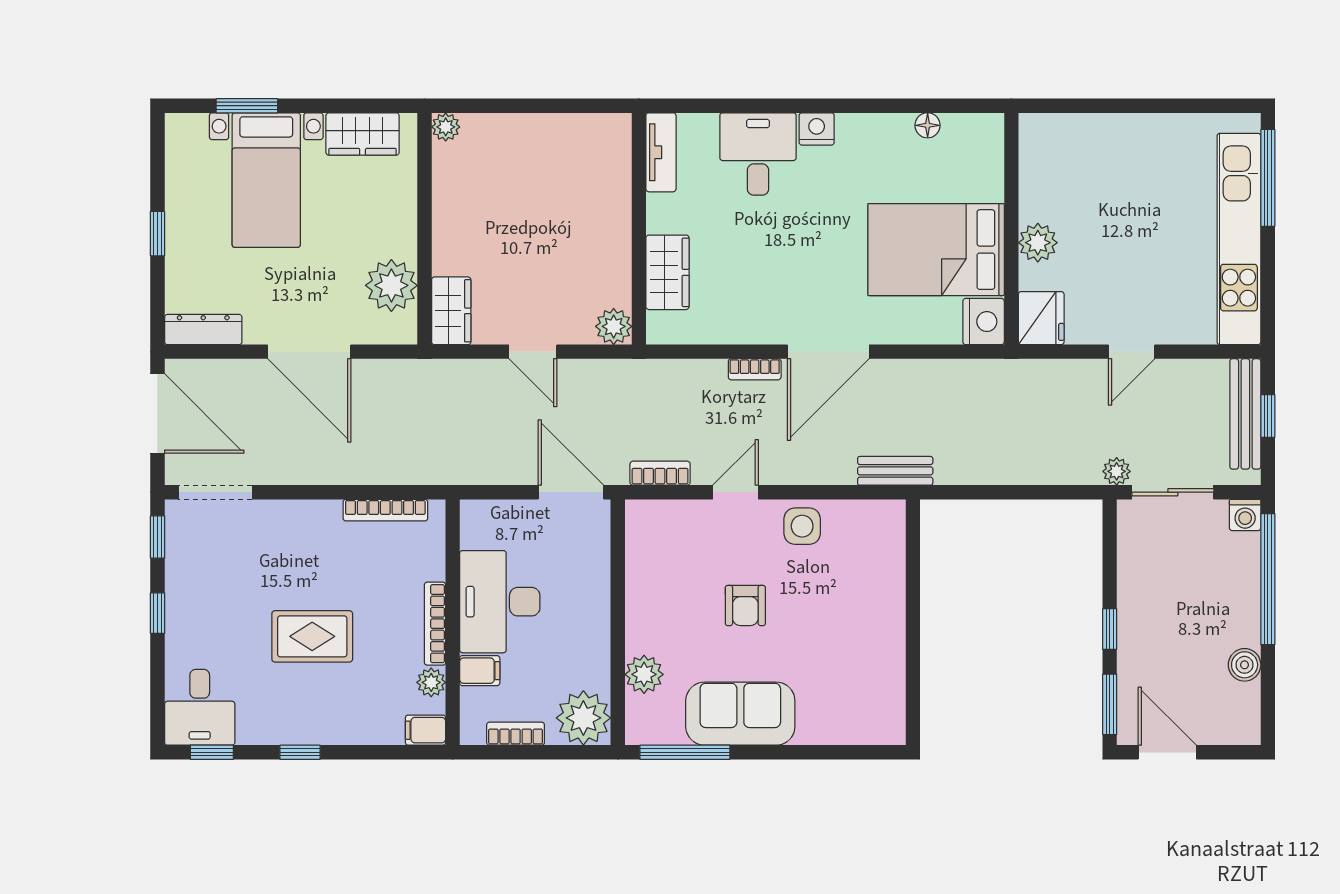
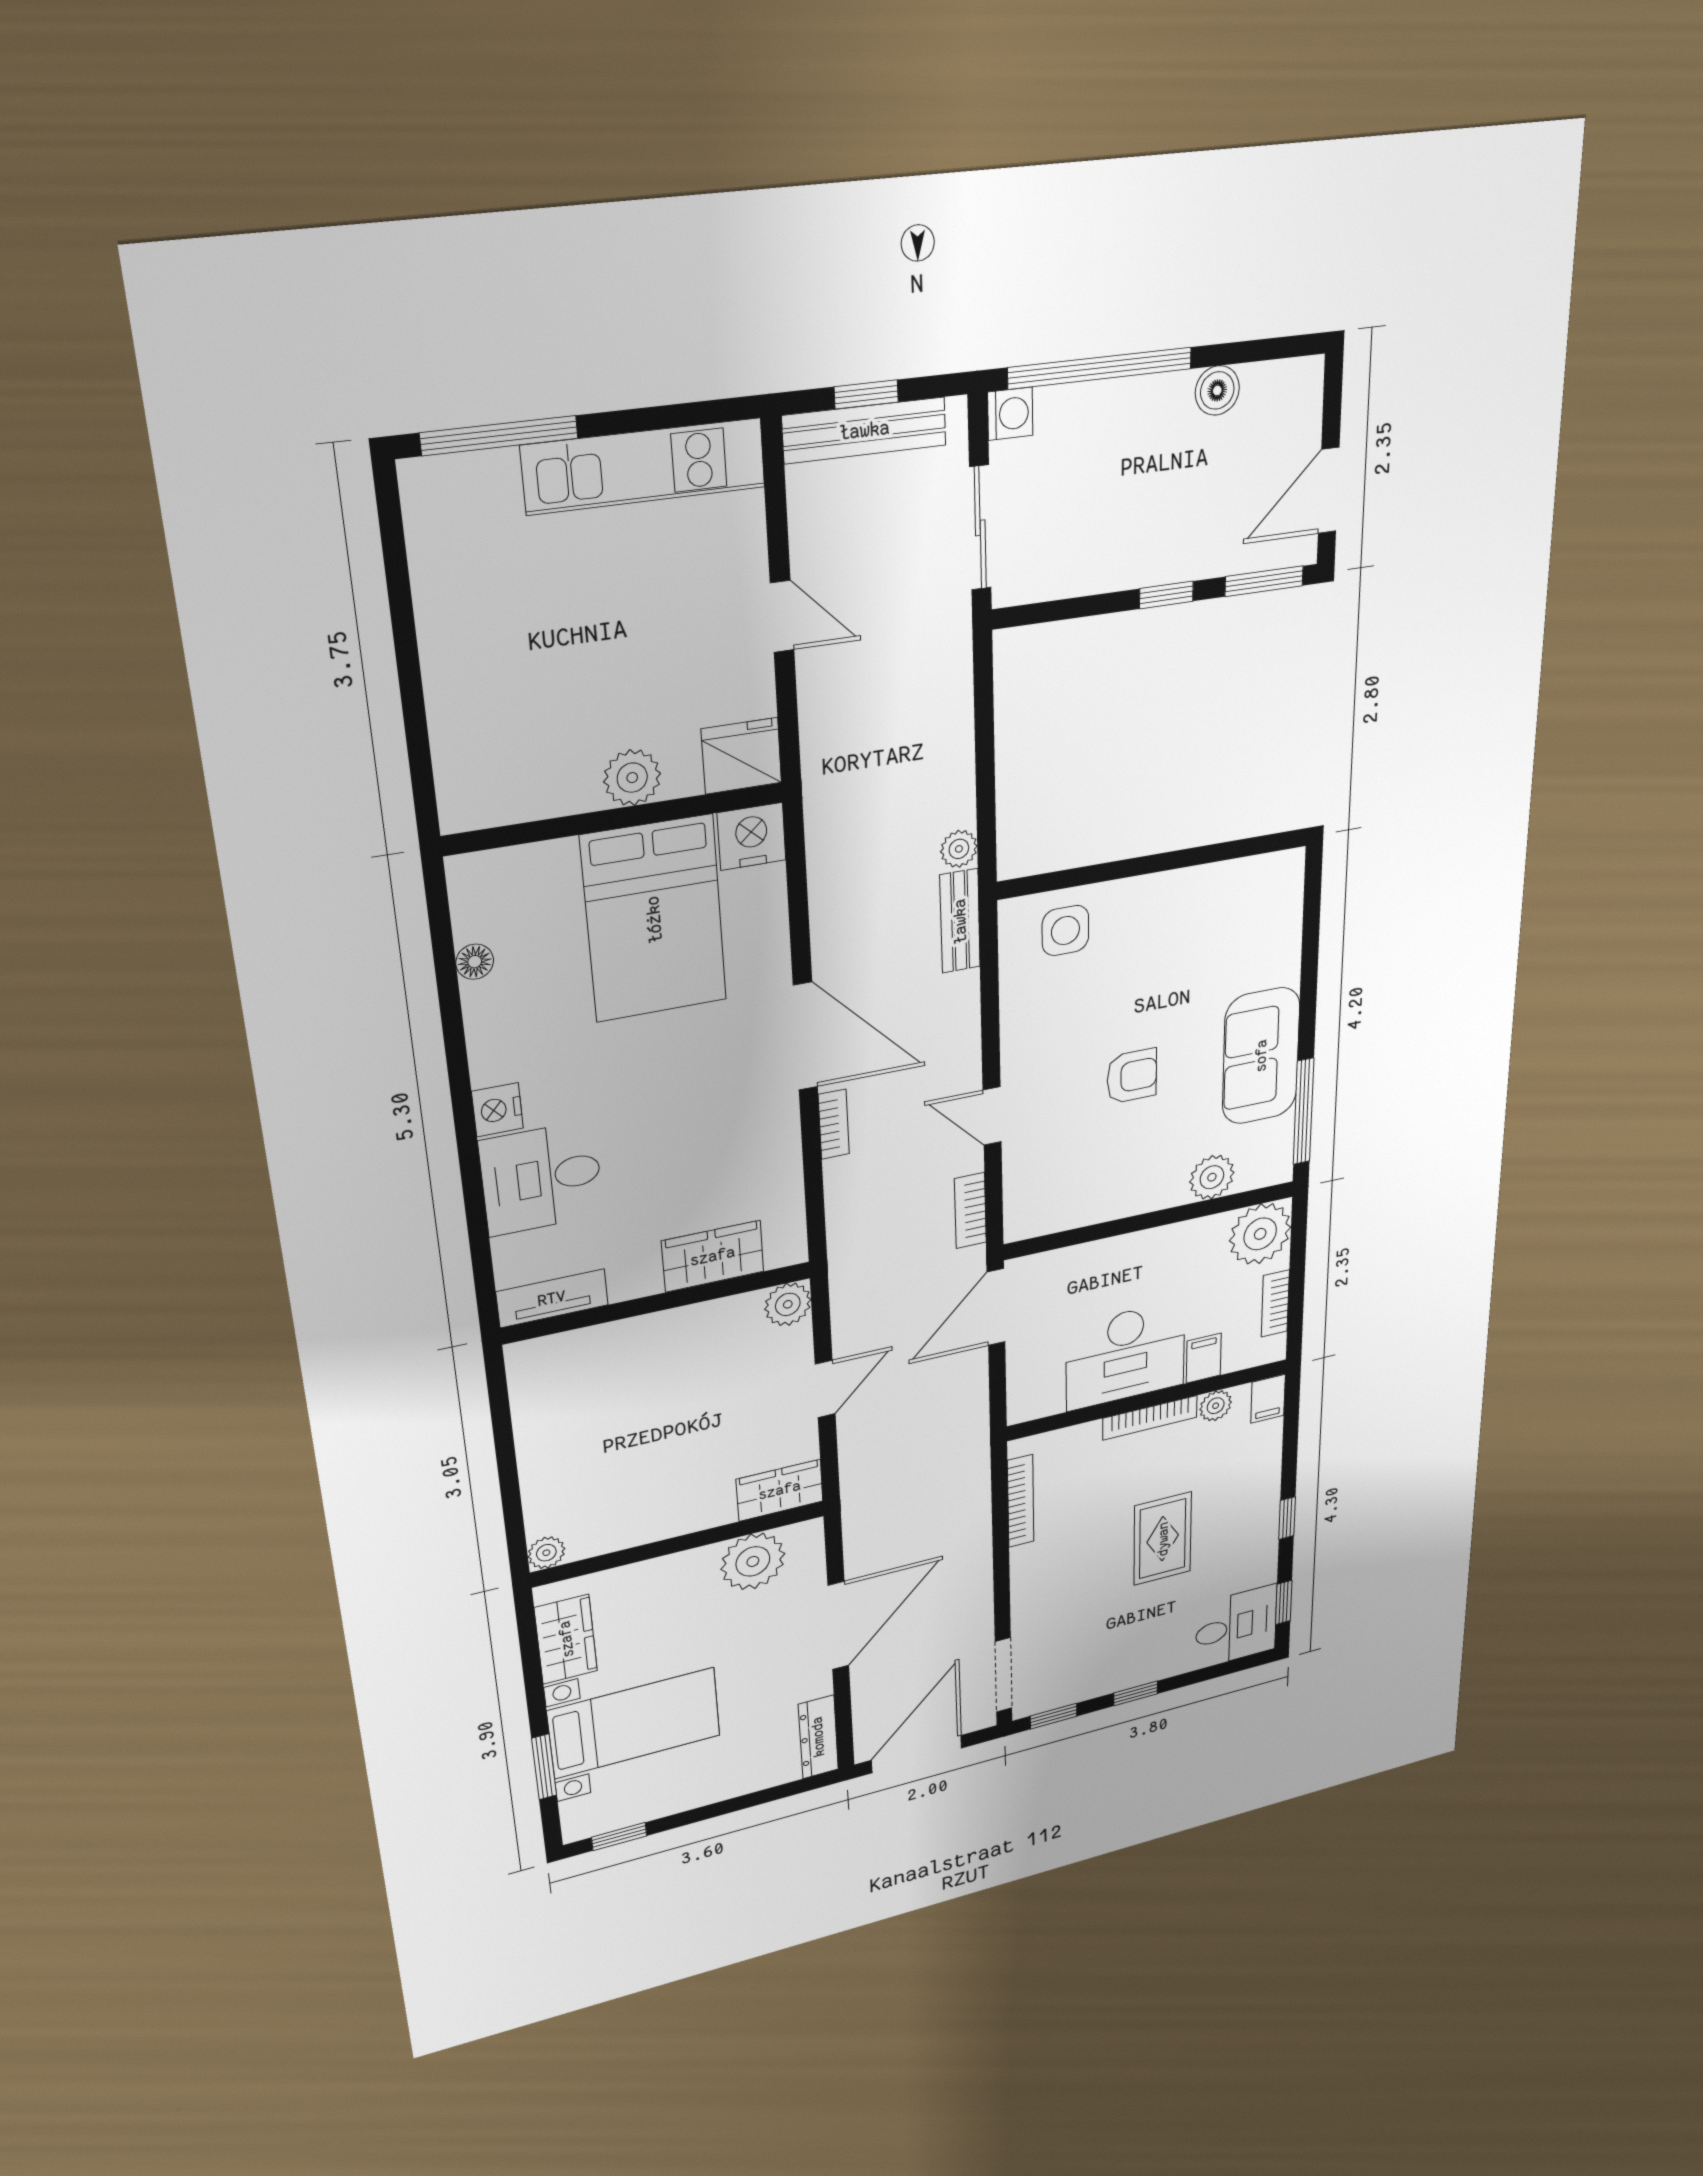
window: (157, 234) -> (619, 1837), moved
kitchen unit: (1239, 239) -> (644, 466), width x0.73
plant: (1117, 471) -> (959, 849), moved
side table: (802, 526) -> (1065, 930), moved

